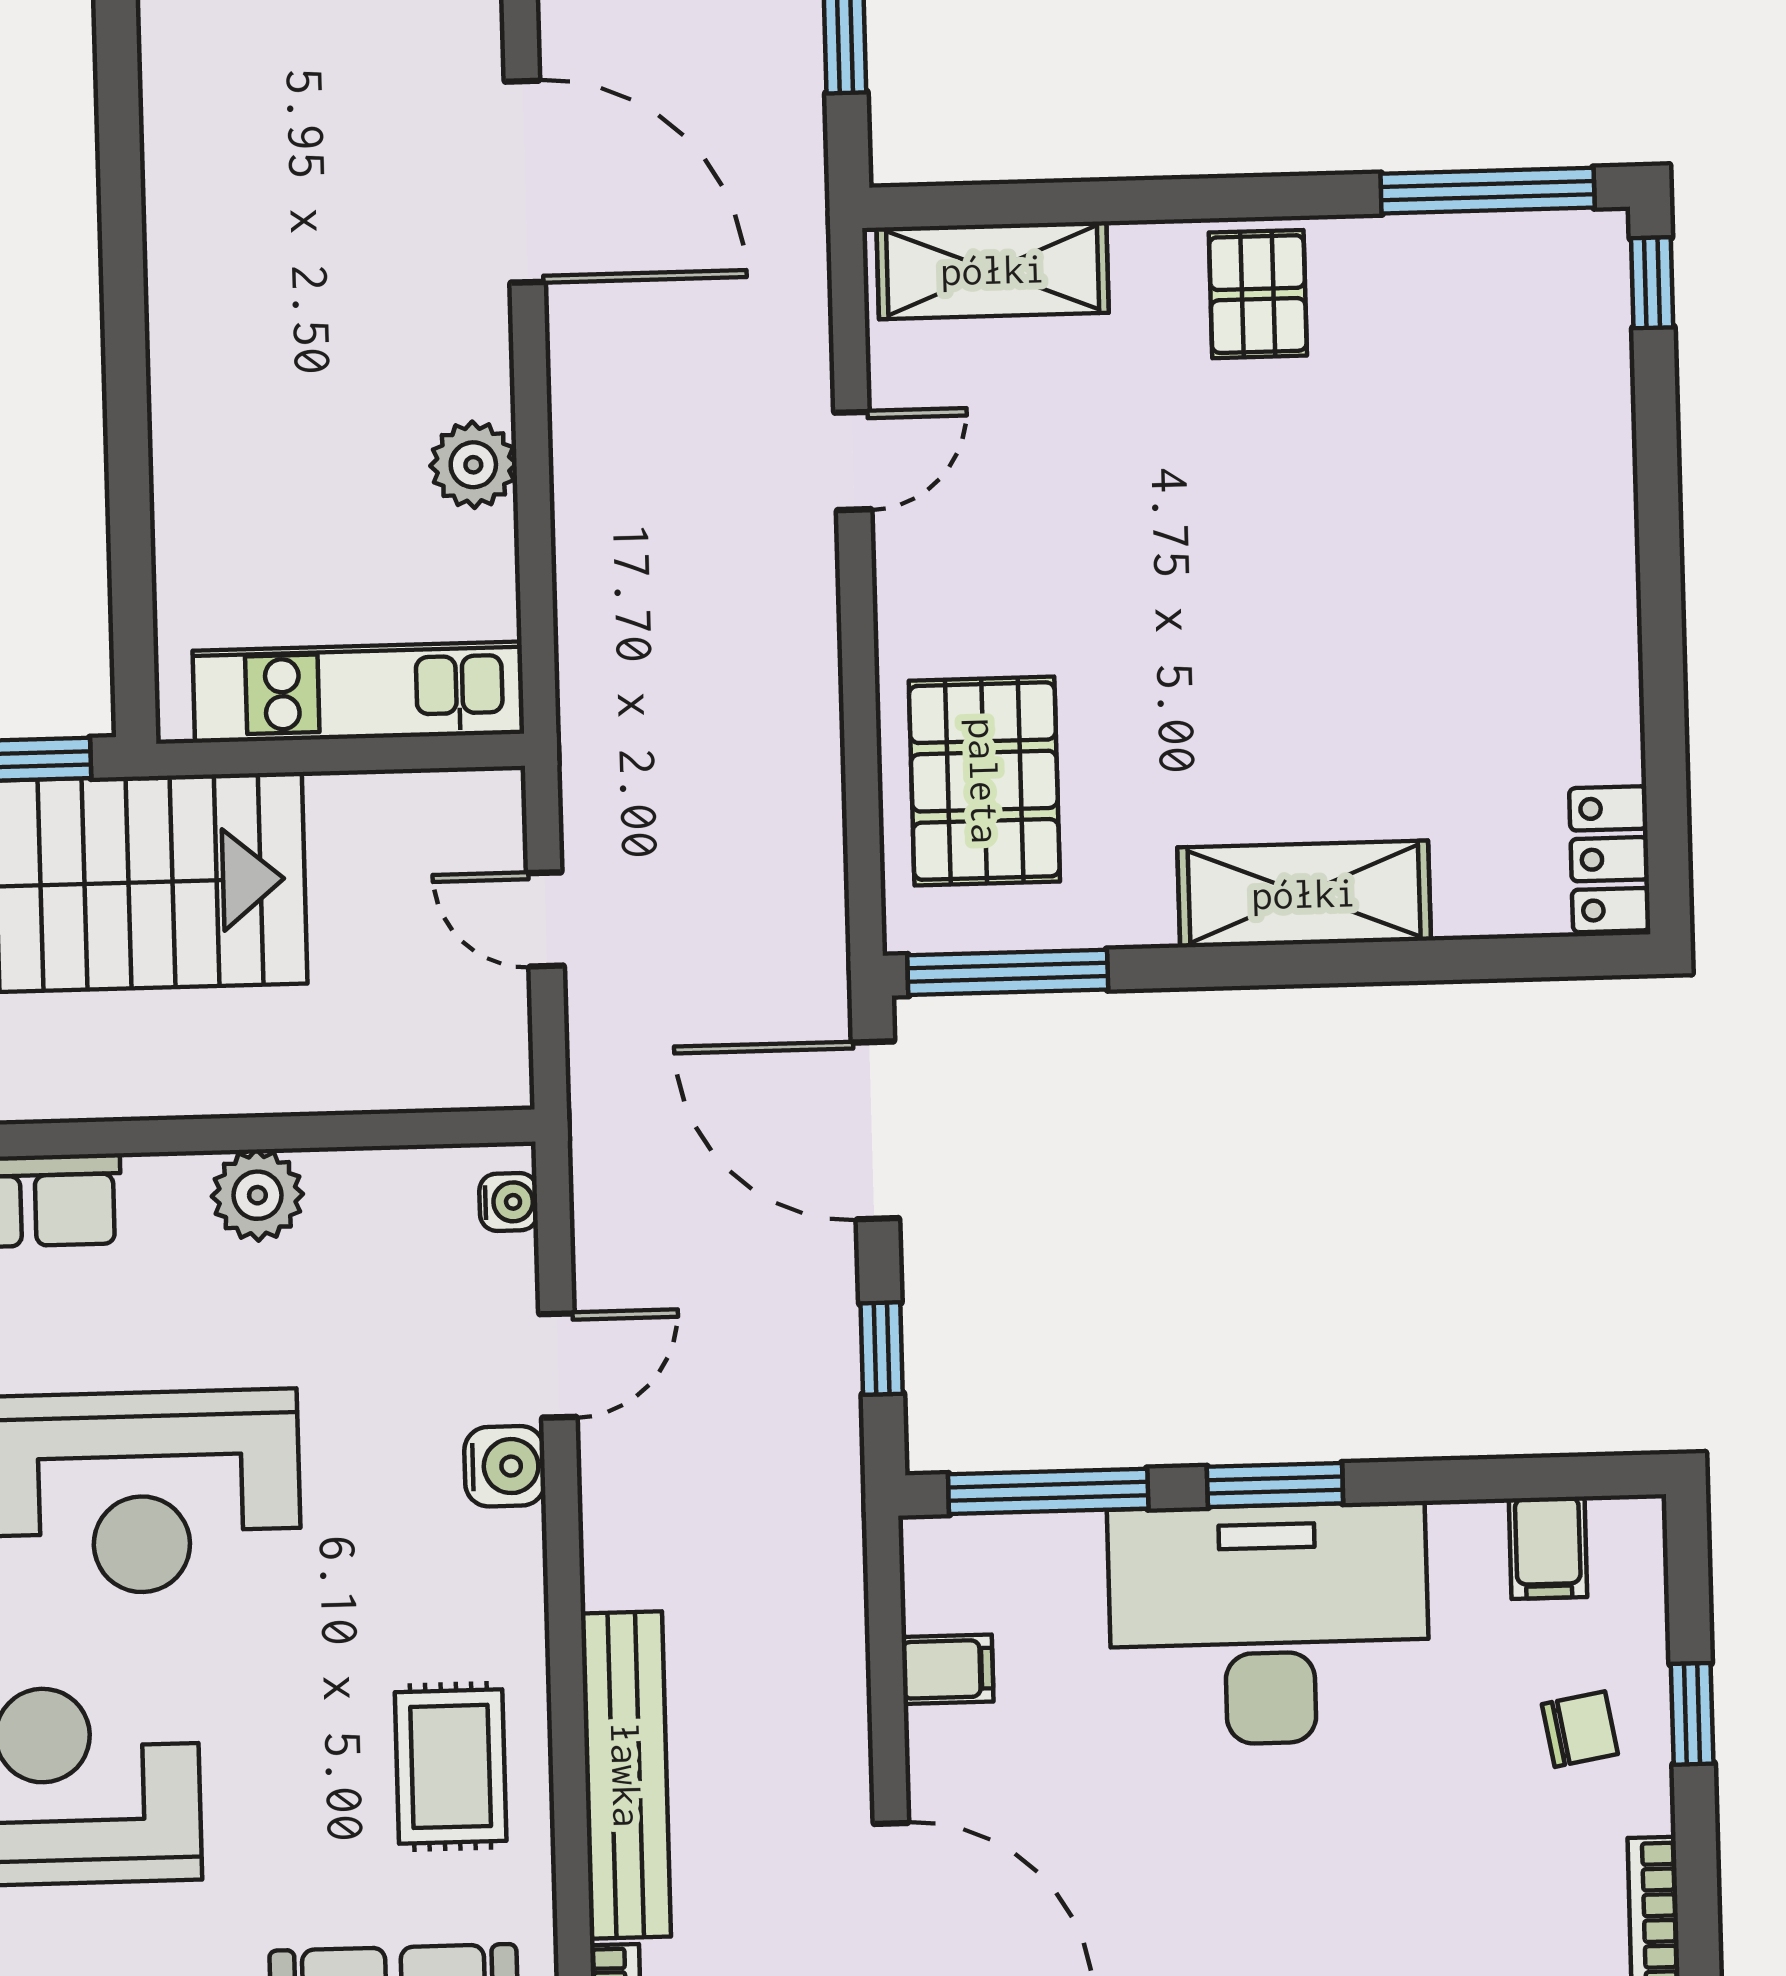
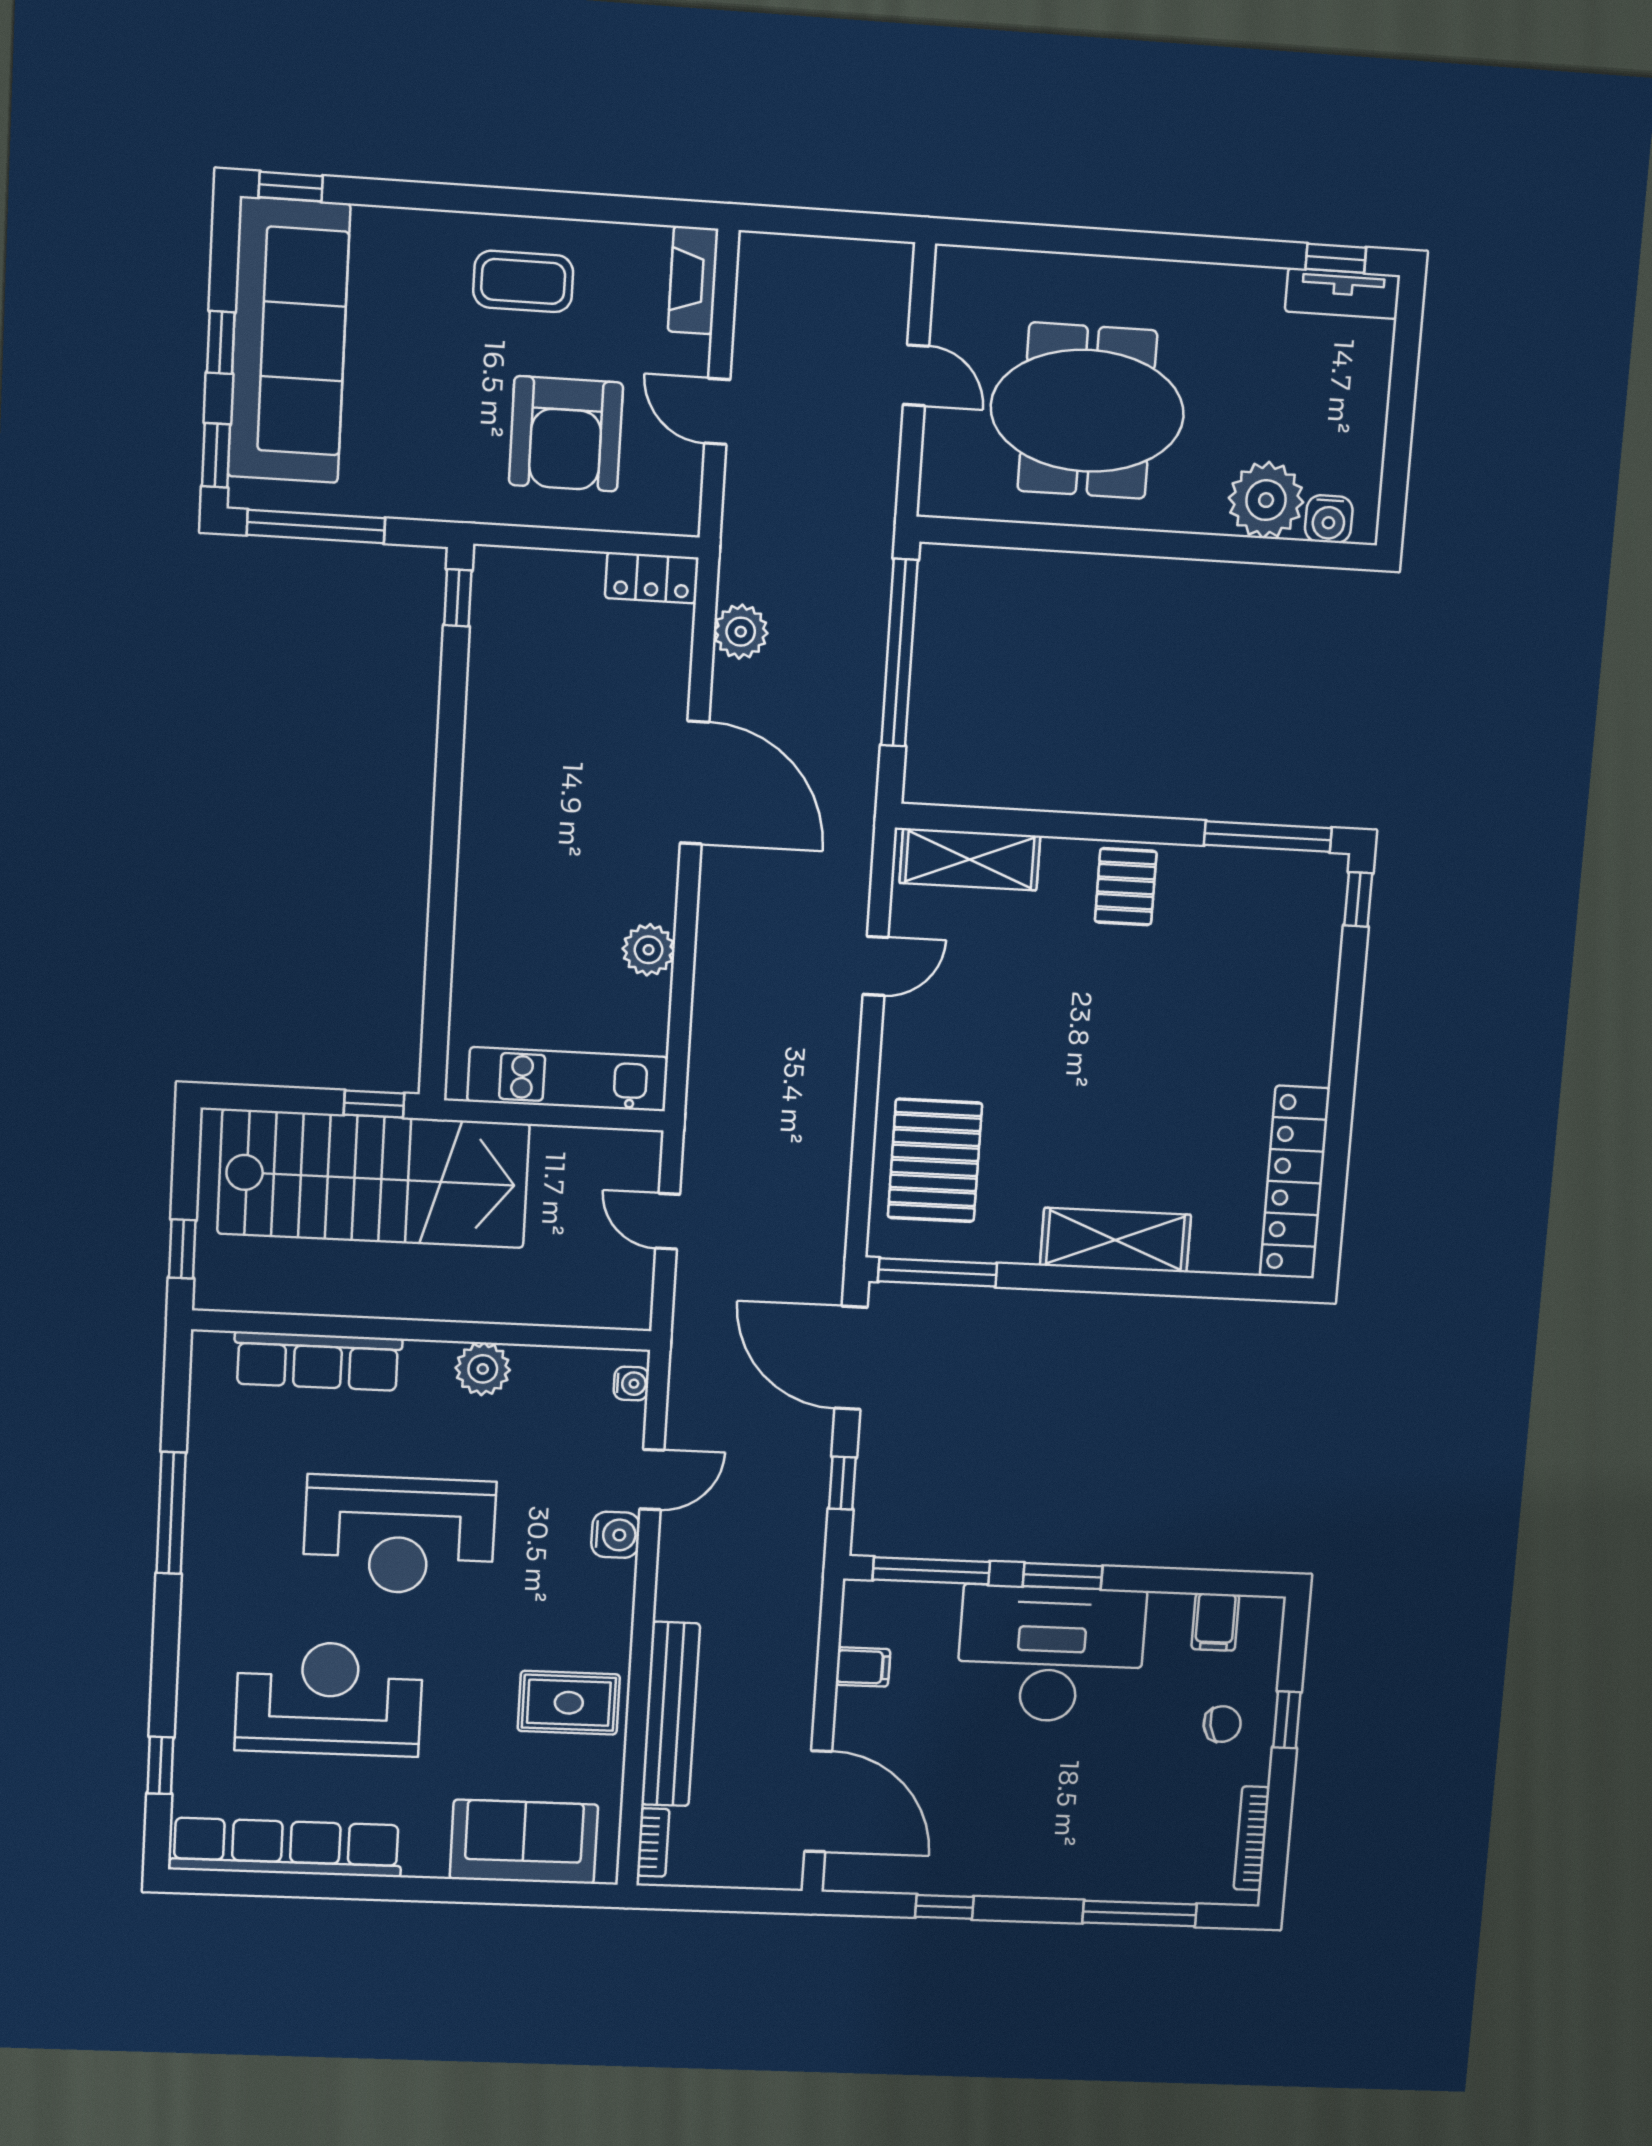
locker: (1610, 859) -> (1295, 1182), width x2.16, depth x1.21
rug: (451, 1766) -> (569, 1703), turned 90

